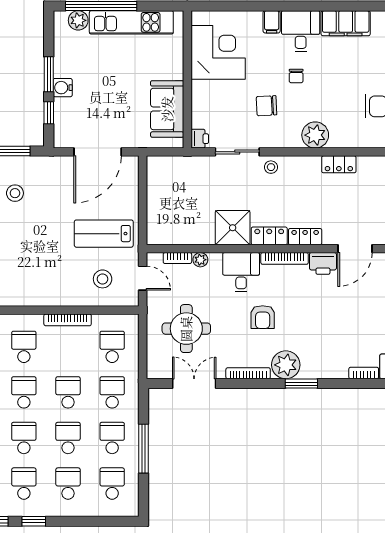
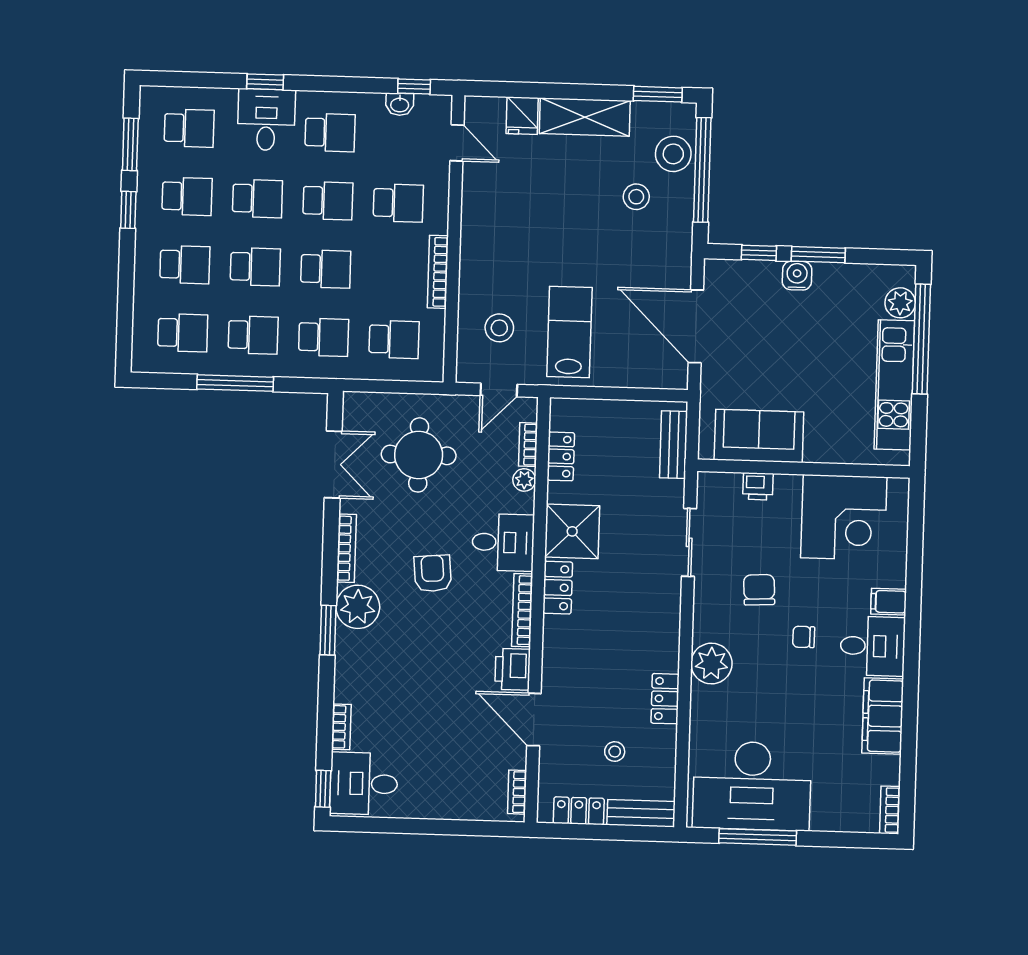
printer: (200, 139) -> (758, 486), moved
bench: (174, 164) -> (674, 445), added
stool: (271, 167) -> (615, 752), moved
locker: (305, 237) -> (561, 456), moved
armchair: (263, 317) -> (433, 573), turned 85

